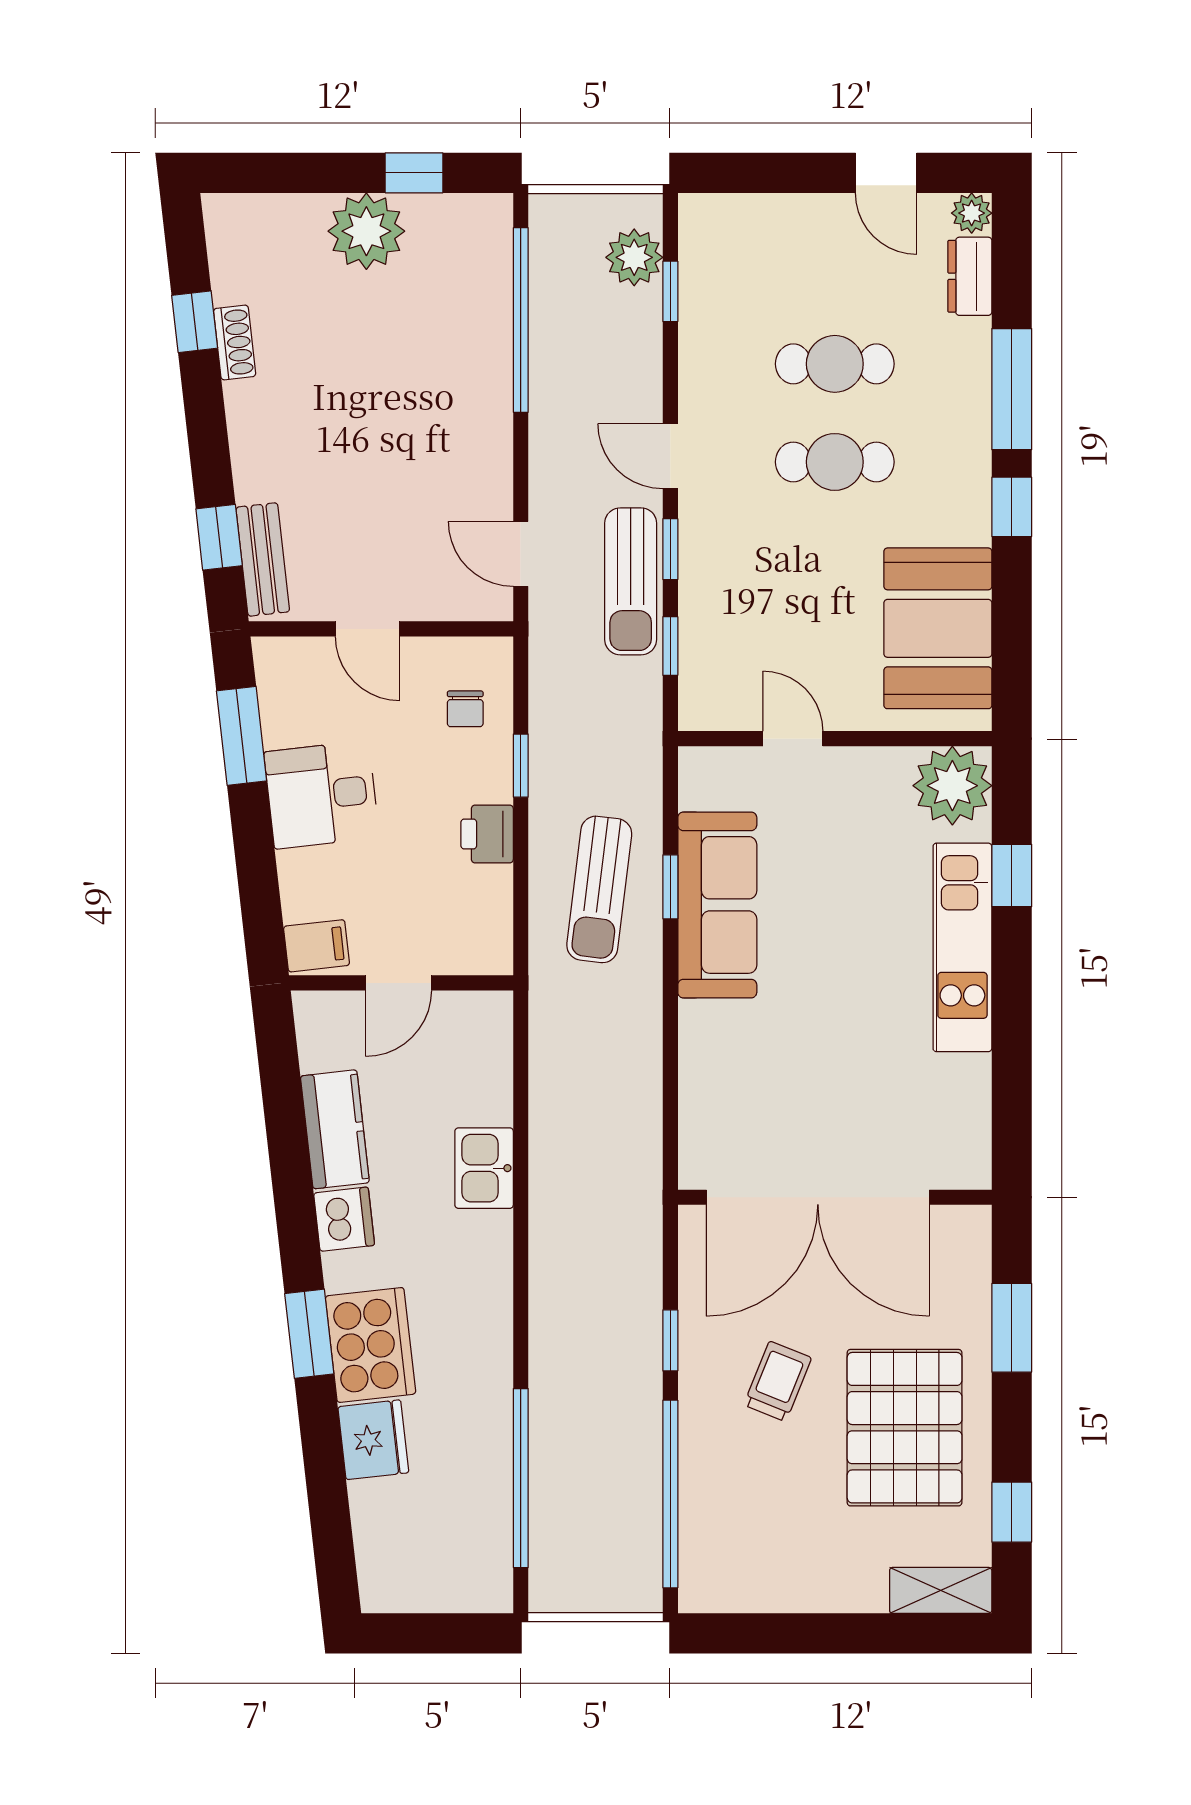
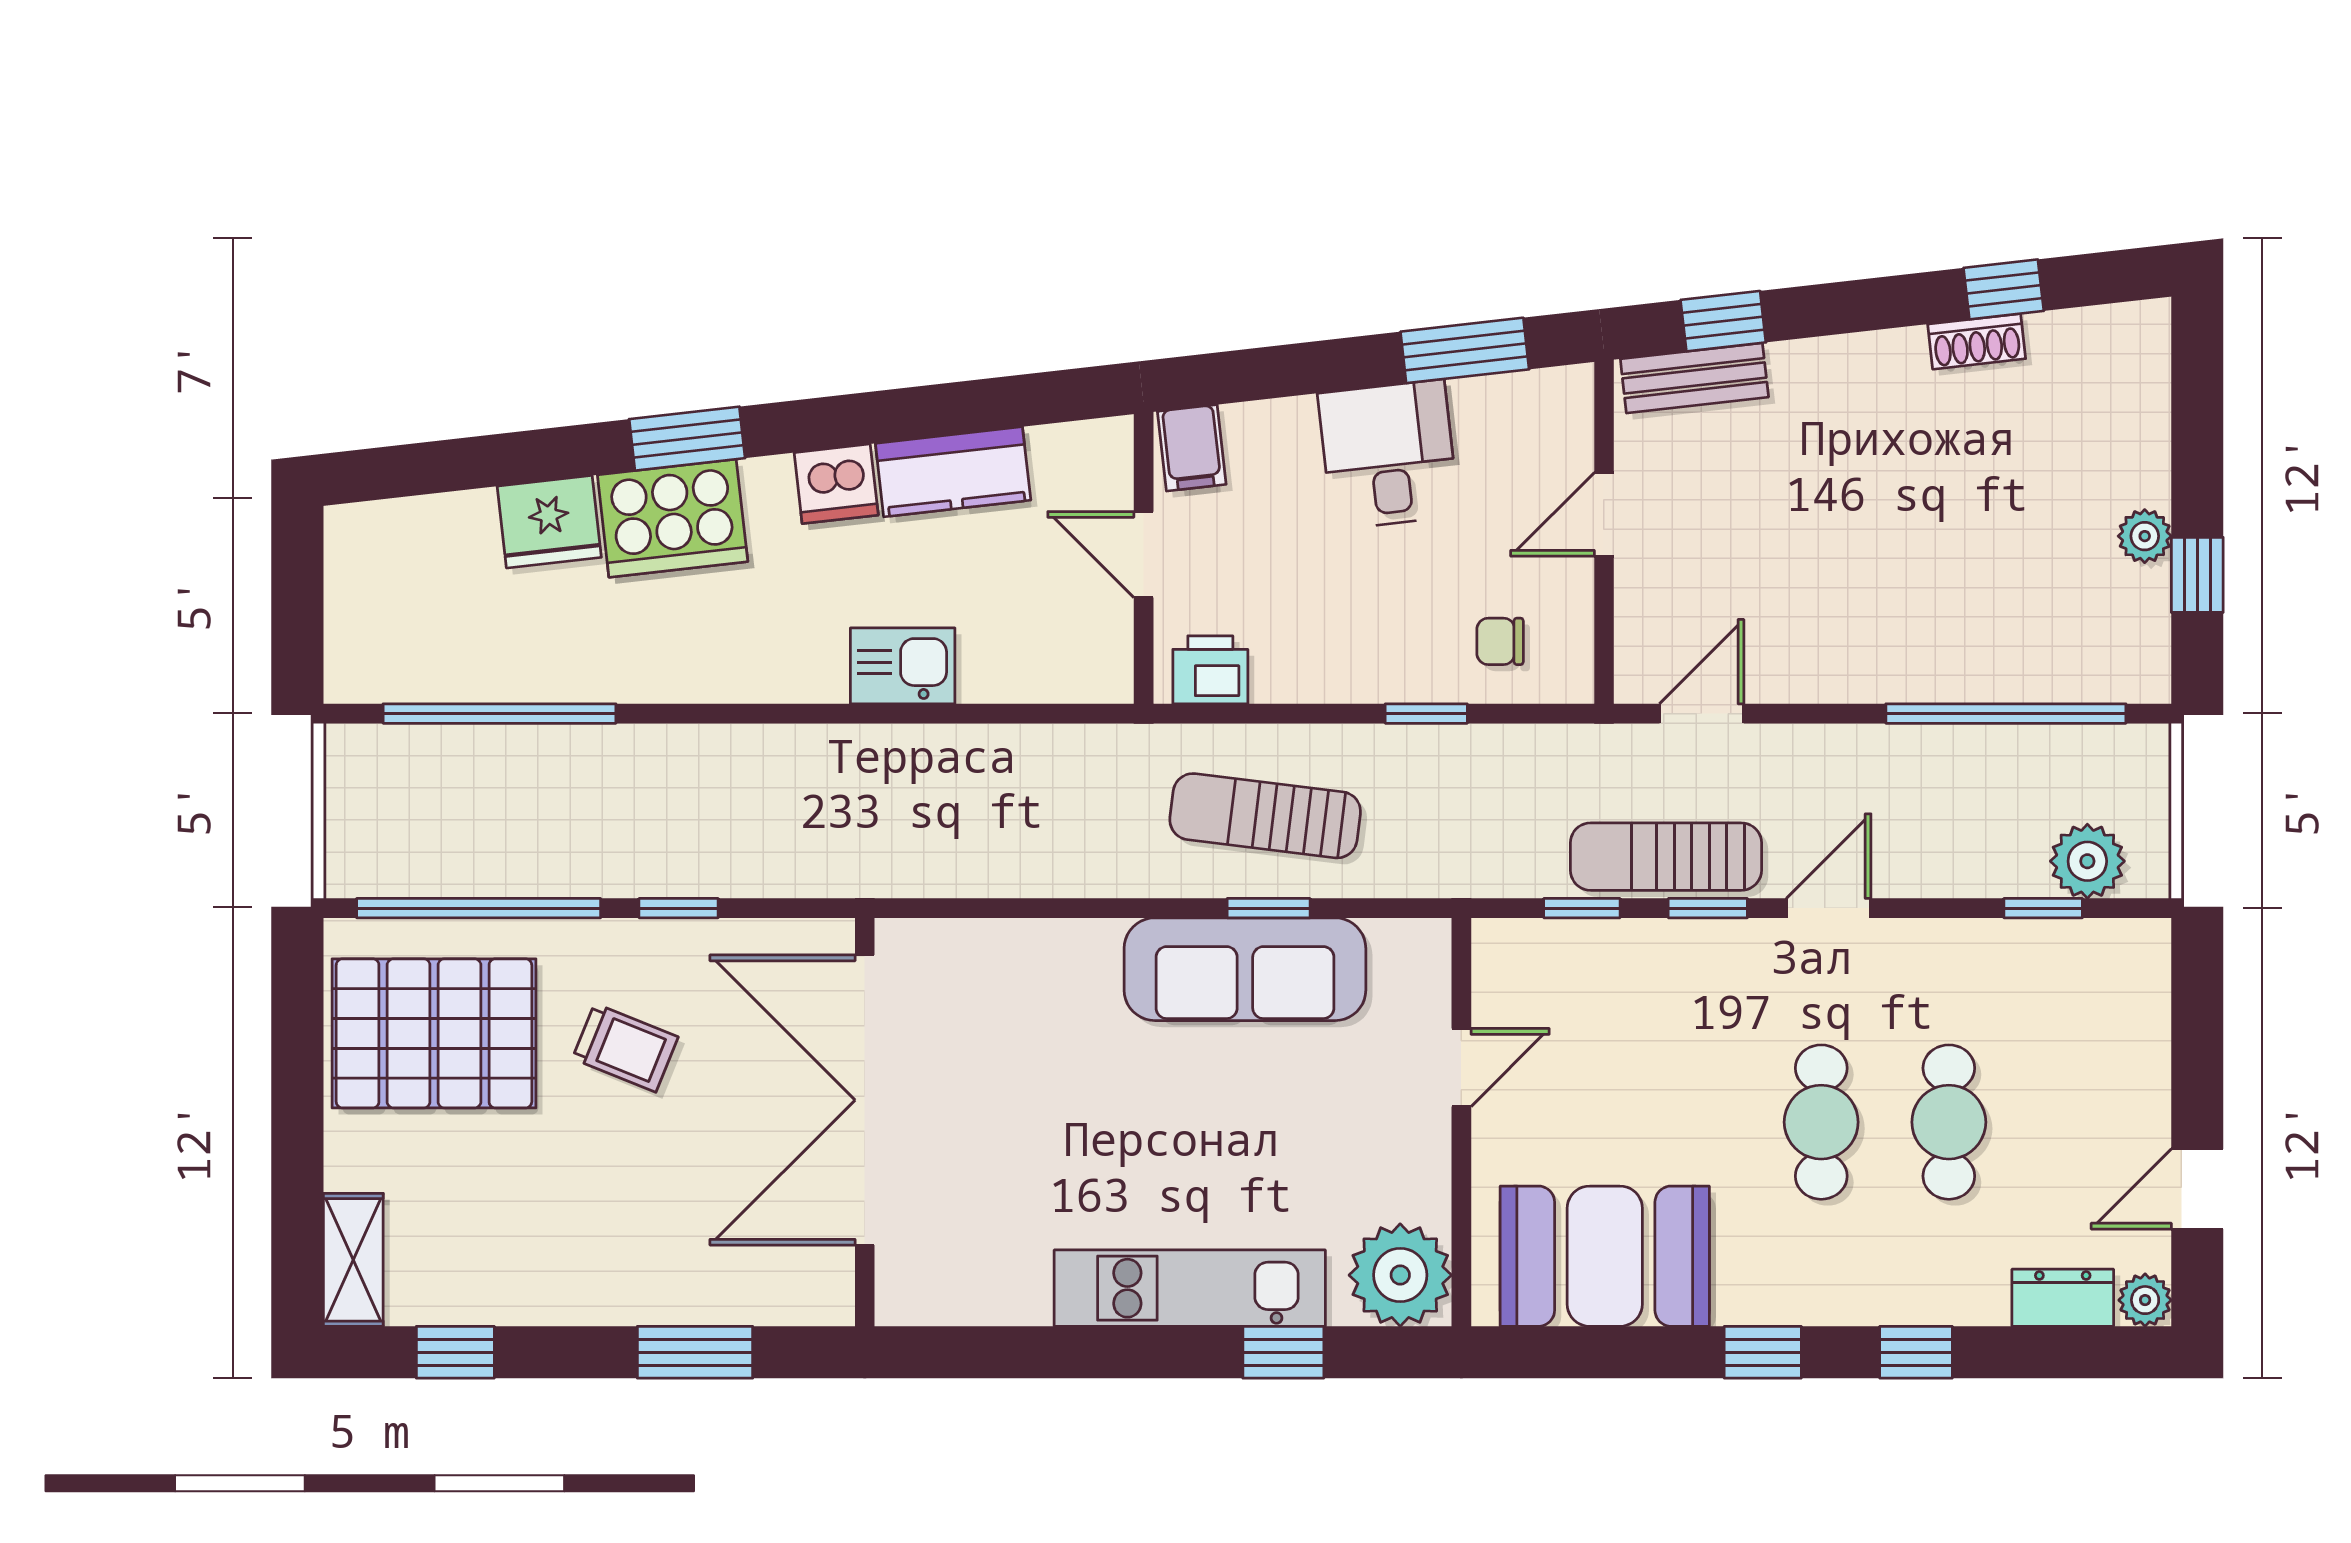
plant: (366, 231) -> (2145, 536), width x0.53, depth x0.53
window: (1012, 389) -> (1916, 1352), width x0.46
printer: (487, 834) -> (1210, 670), moved
pallet: (905, 1428) -> (434, 1033), moved

